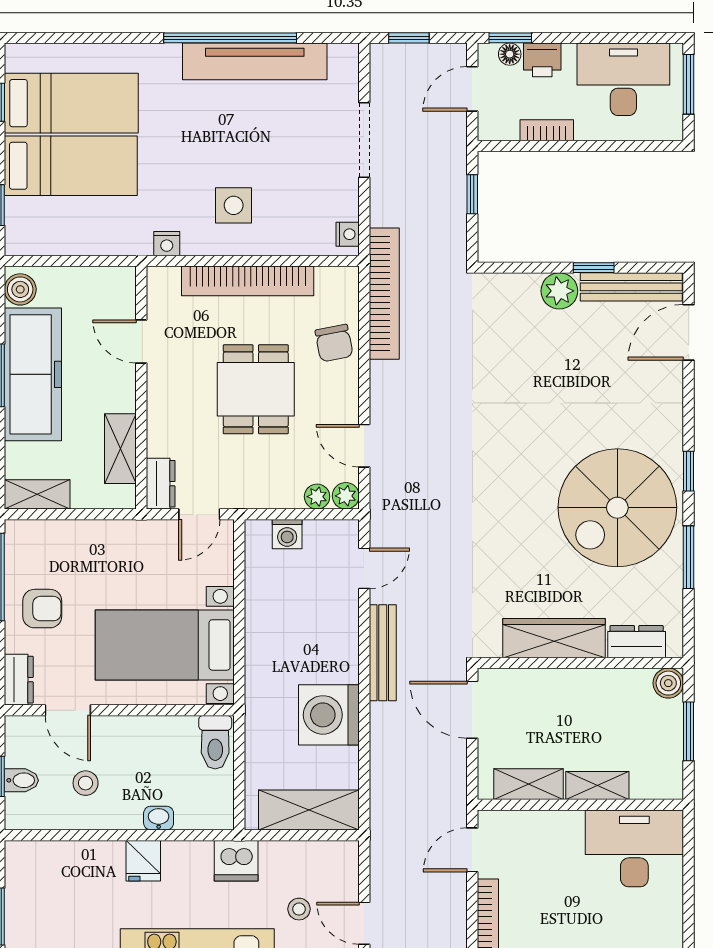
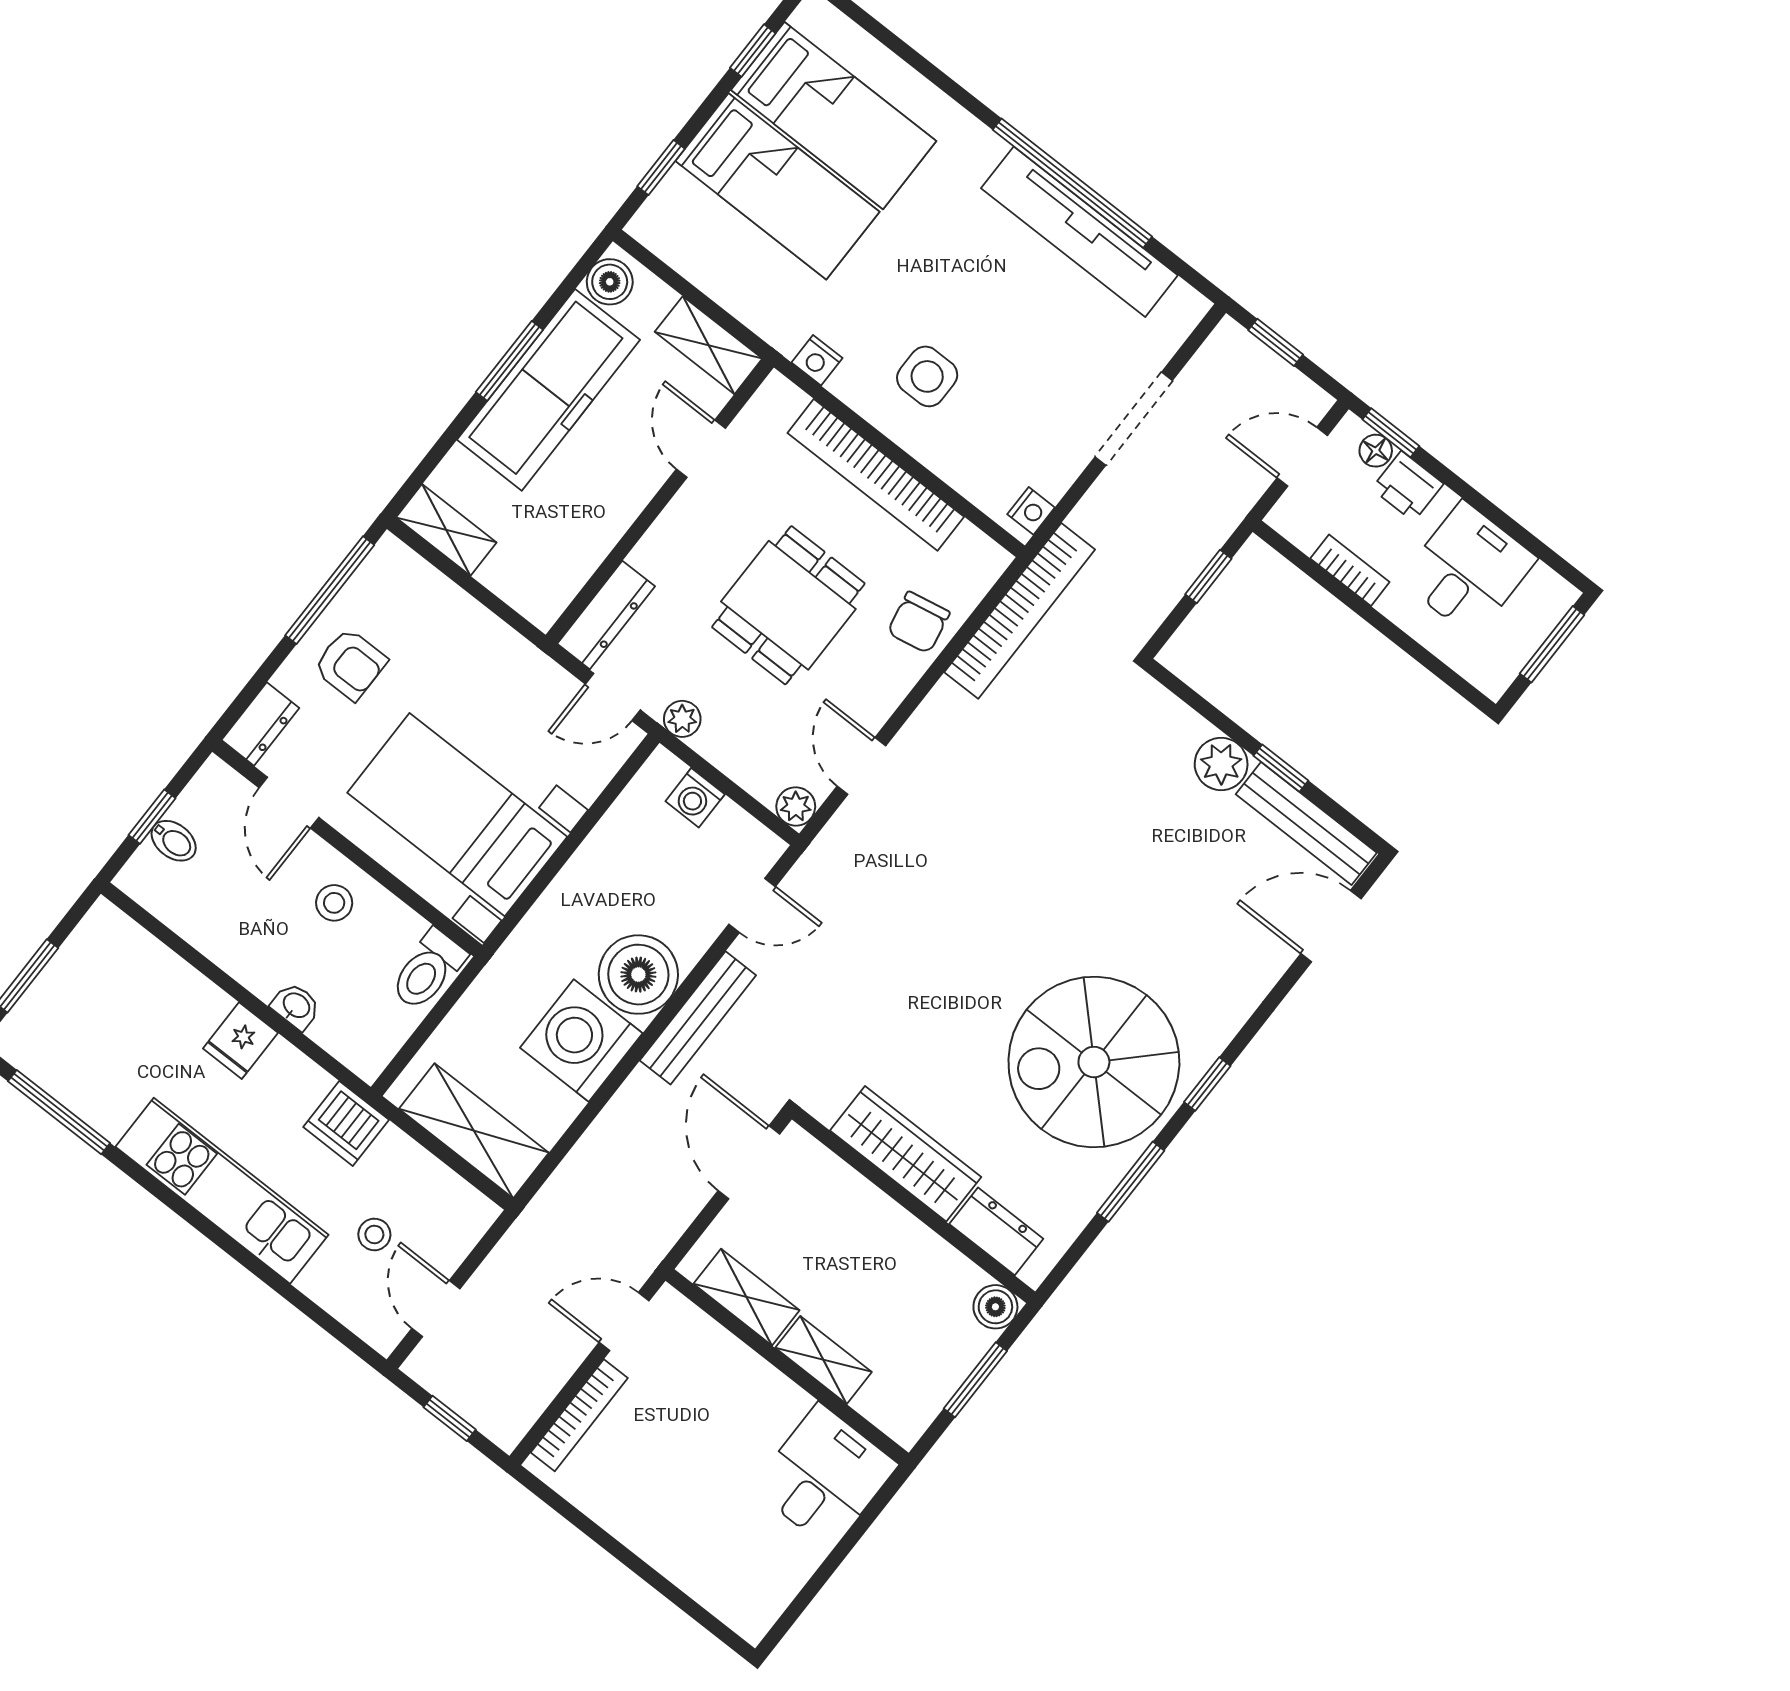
desk: (623, 79) -> (1468, 569), width x0.73
shelving: (120, 449) -> (709, 345), moved, turned 90
dresser: (161, 484) -> (606, 615), width x1.44
plant: (317, 497) -> (682, 719), moved
boiler: (332, 655) -> (638, 975), added
stool: (86, 783) -> (334, 903), moved
desk: (634, 848) -> (825, 1476), width x0.73

